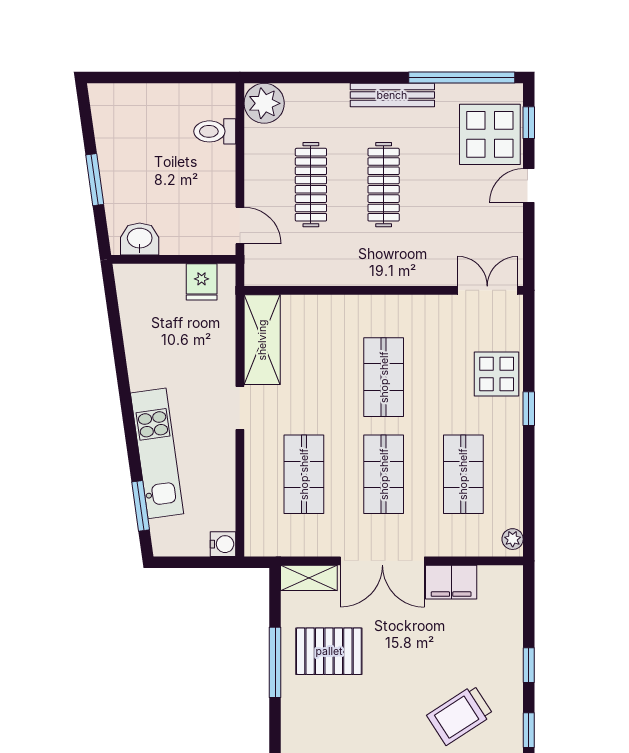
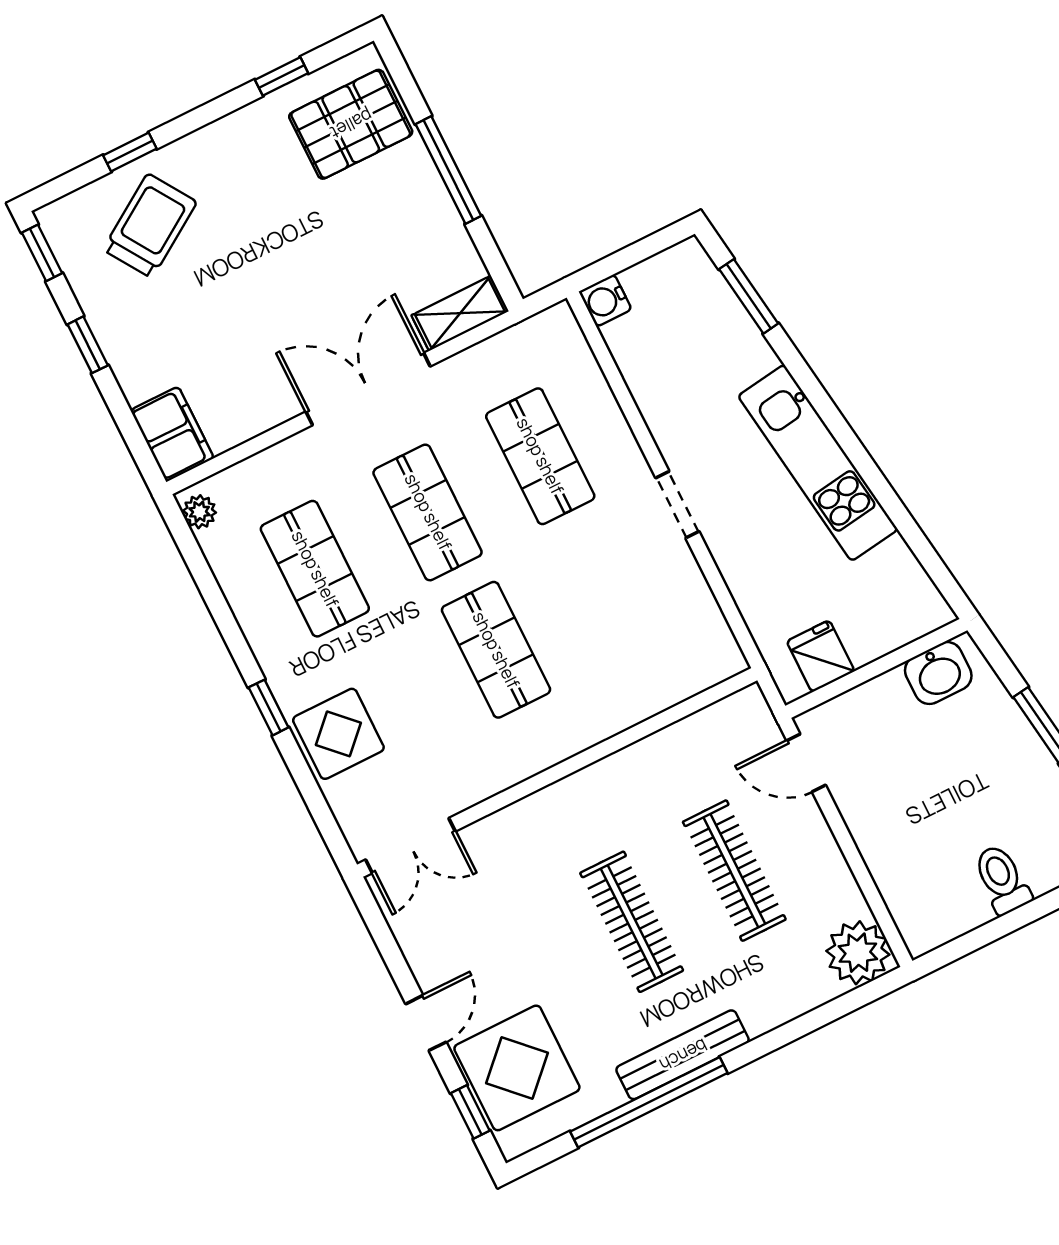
window: (462, 78) -> (649, 1102), moved
toilet: (215, 131) -> (1002, 879), moved, turned -90
shelving: (262, 340) -> (694, 617), removed
kitchen unit: (157, 453) -> (818, 463), moved
filing cabinet: (451, 582) -> (172, 434), moved, turned 90
pallet: (329, 651) -> (351, 124), moved

